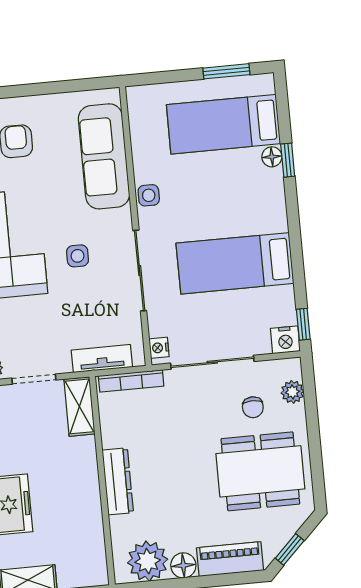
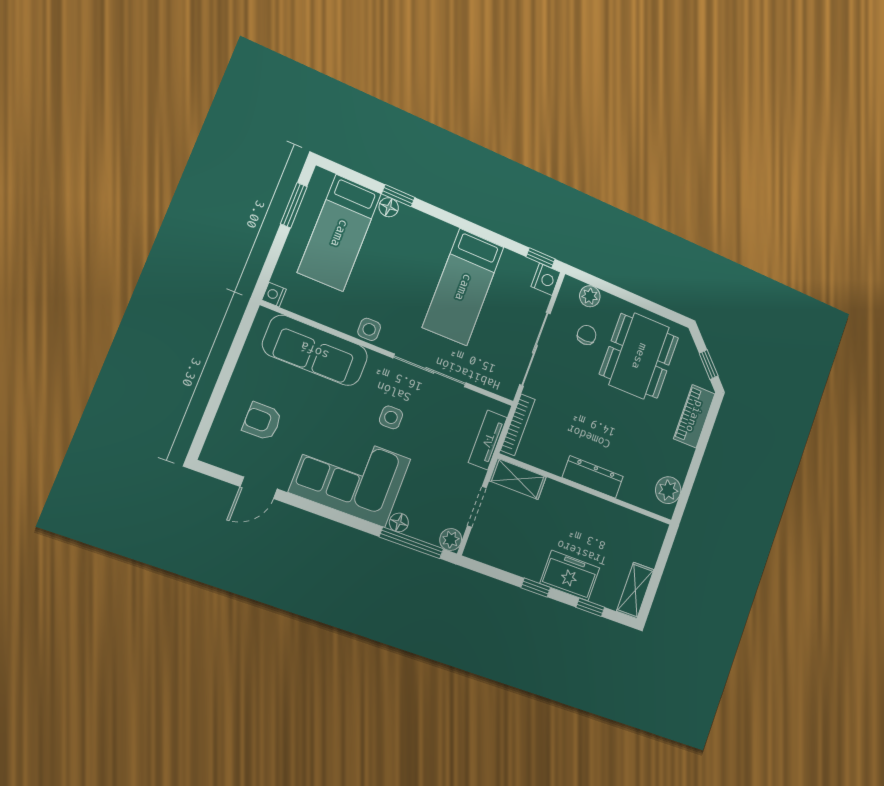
nightstand: (159, 348) -> (274, 295), moved, turned 90
chair: (253, 407) -> (587, 335), turned -90
plant: (148, 561) -> (668, 490), width x0.73, depth x0.73
floor lamp: (183, 565) -> (682, 456), removed

